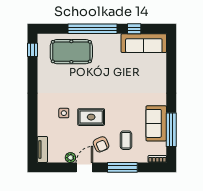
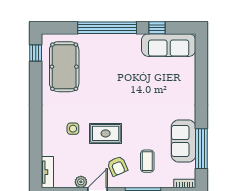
pool table: (71, 52) -> (64, 67), moved, turned 90

